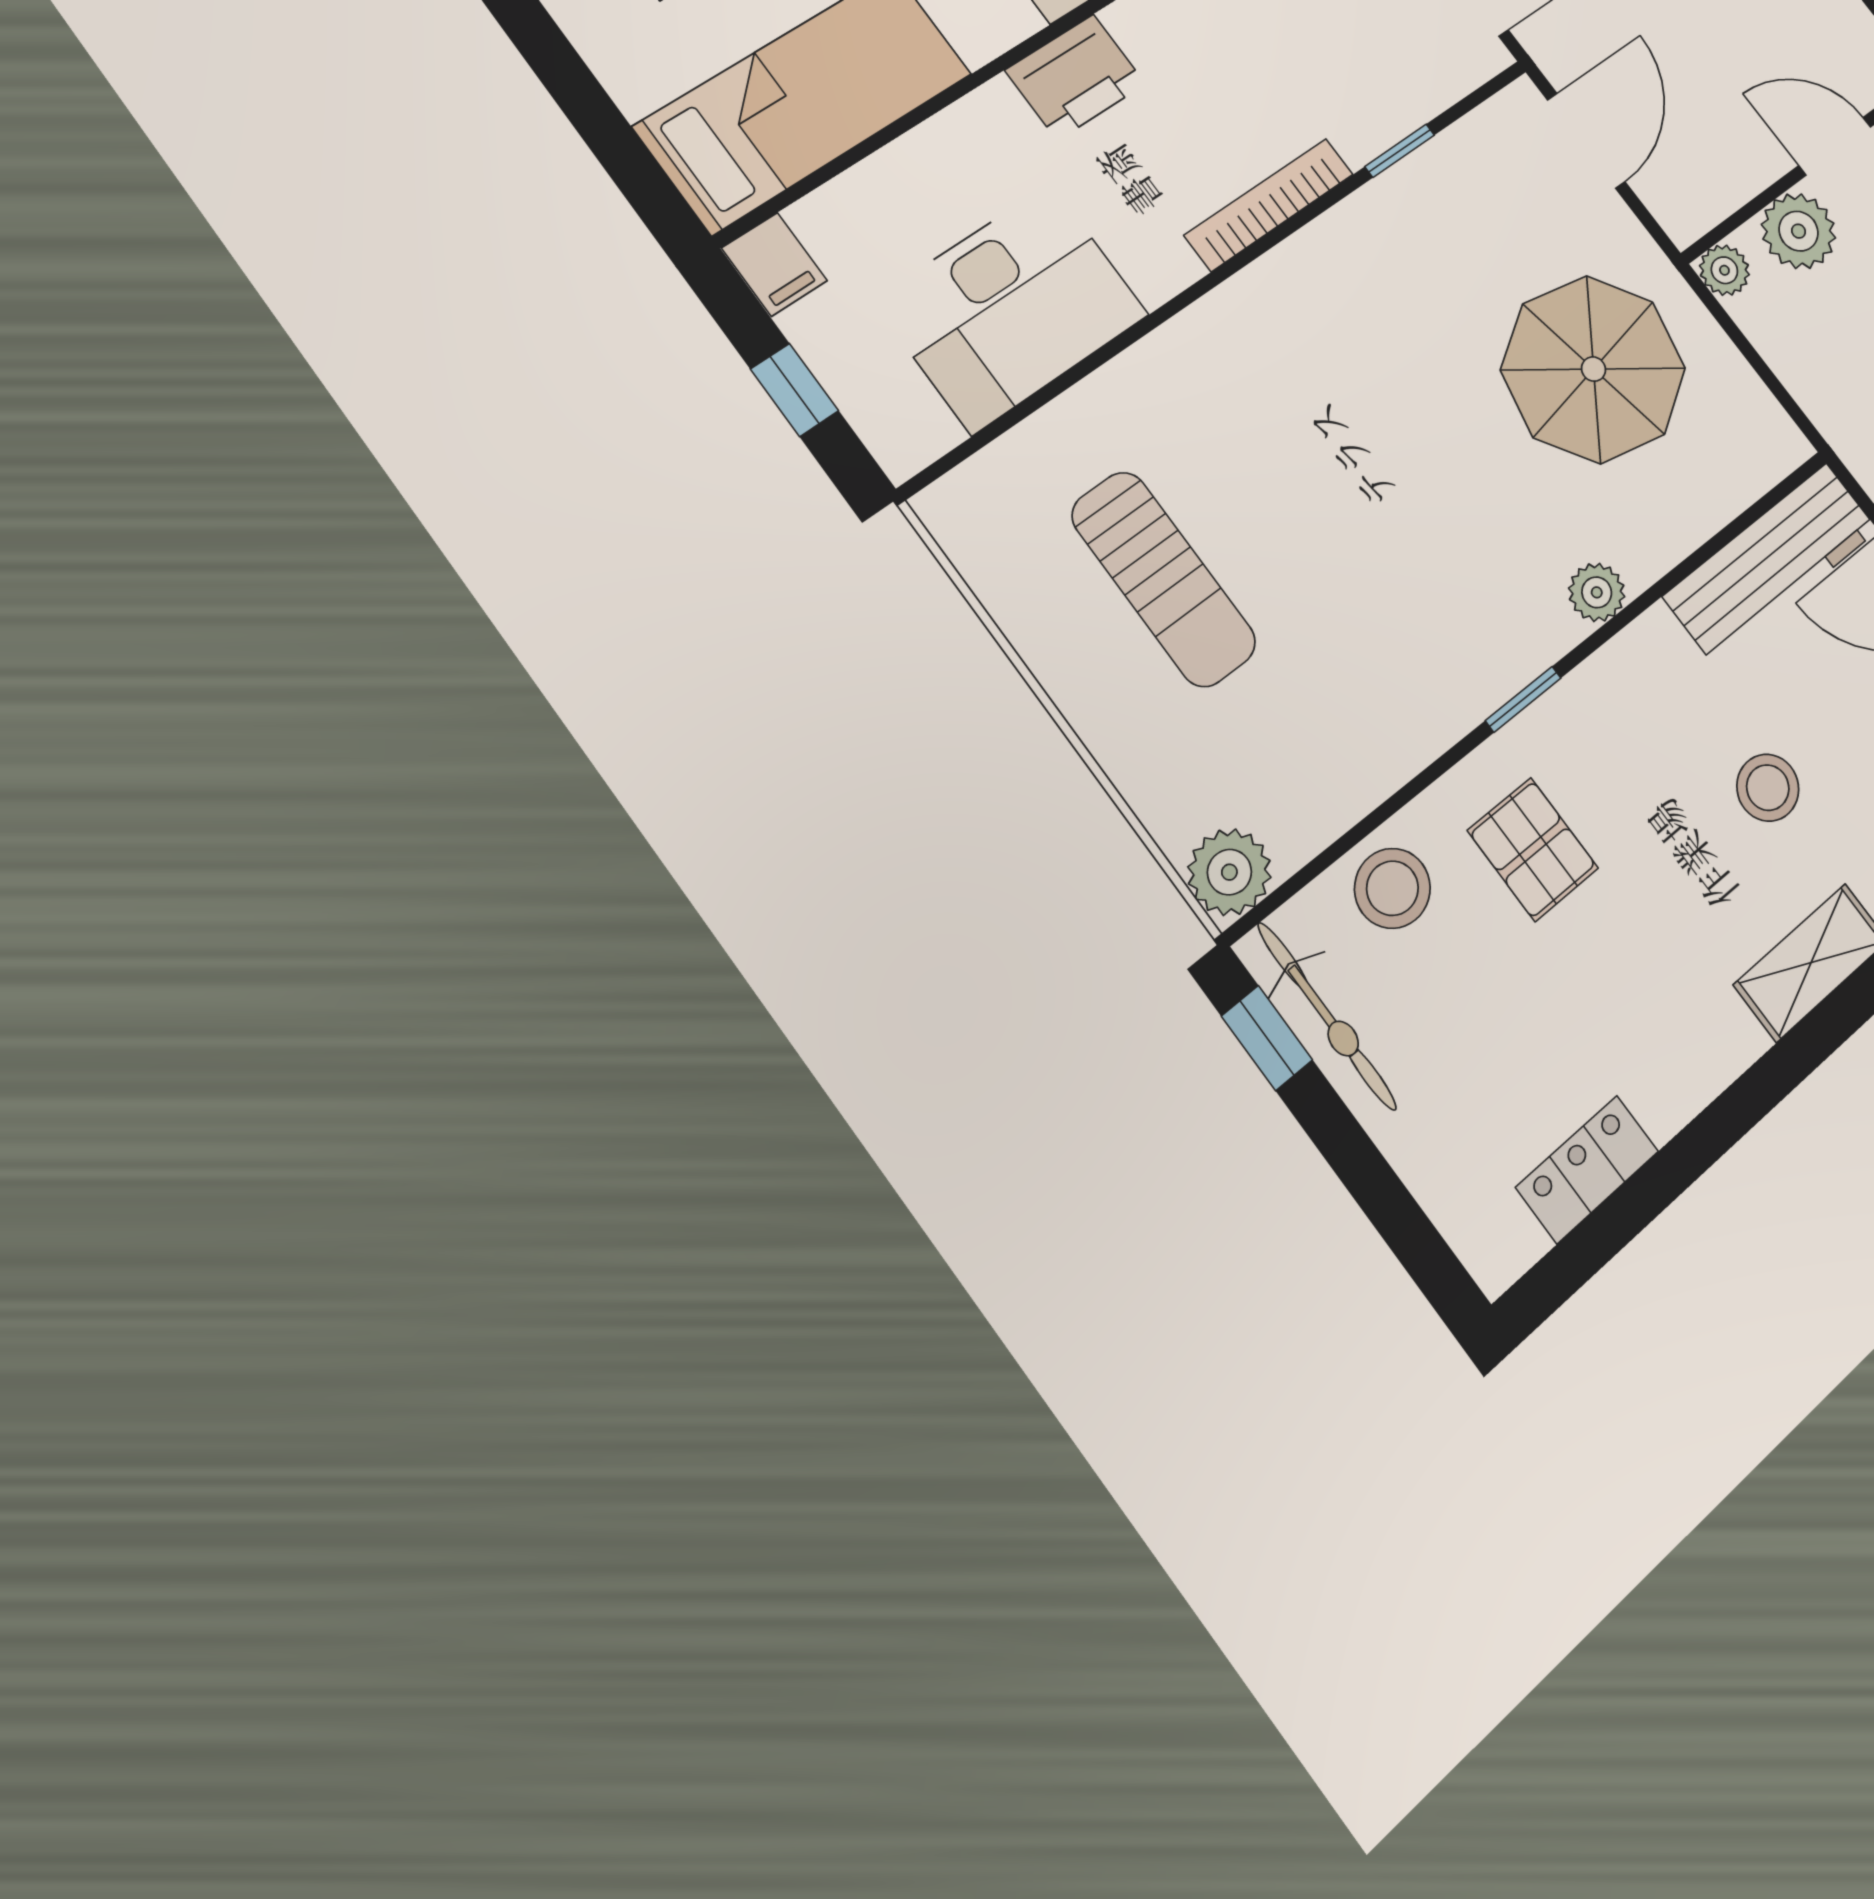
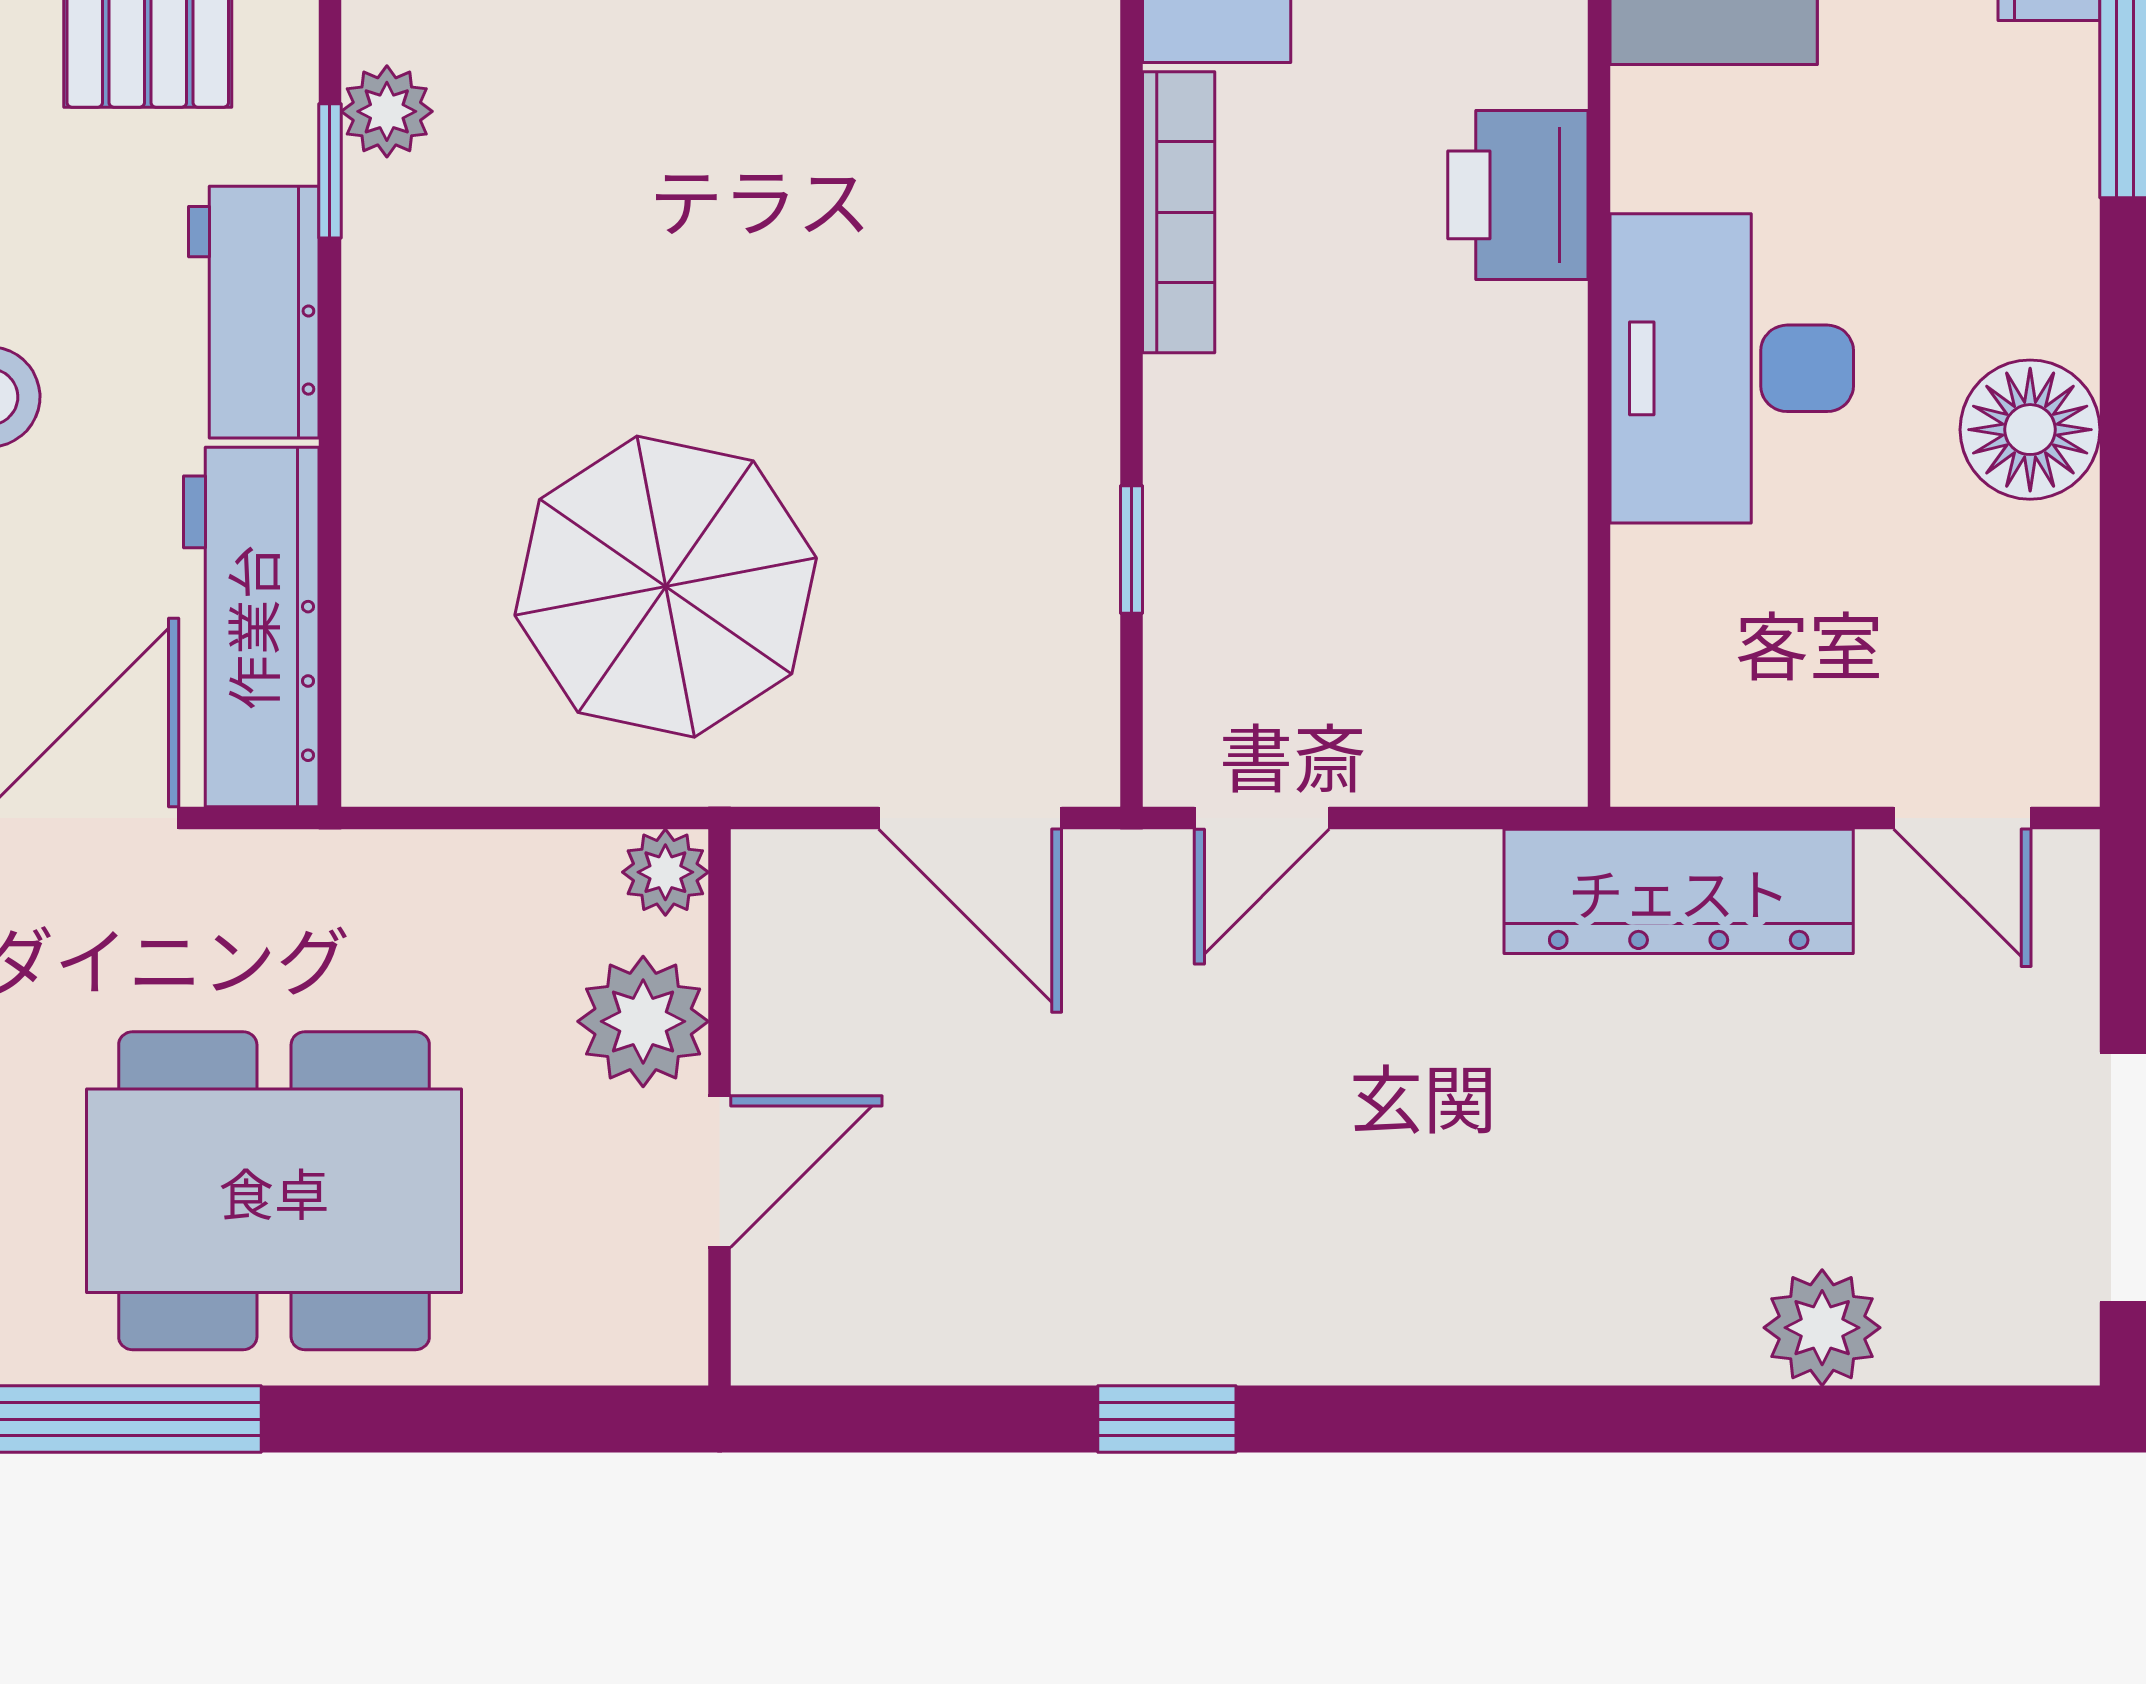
bookcase: (1269, 204) -> (1179, 212), moved
plant: (1597, 592) -> (387, 111), moved
workbench: (1623, 683) -> (254, 312), added

